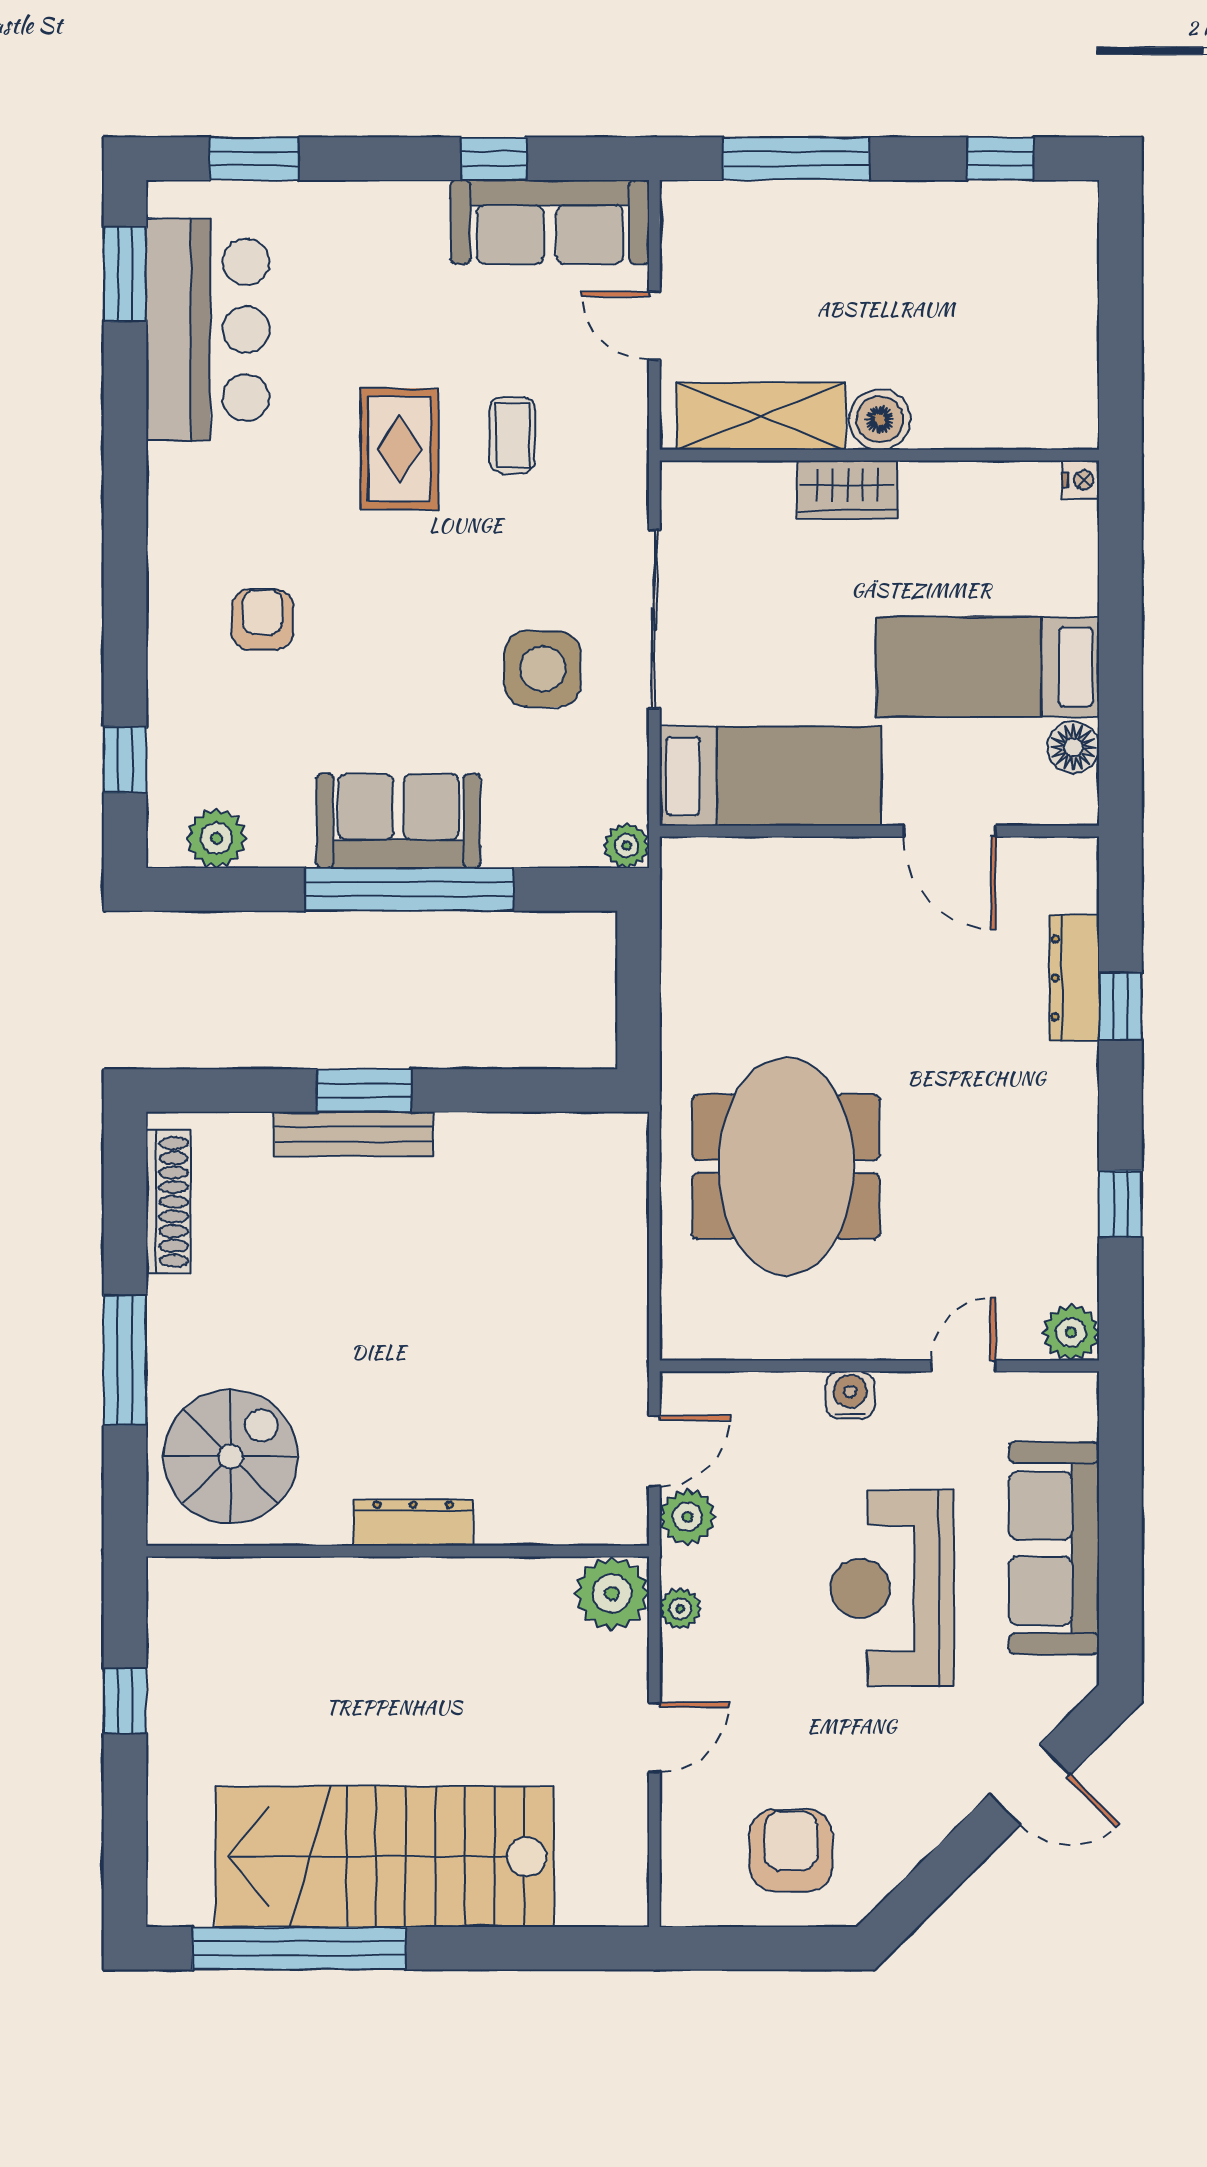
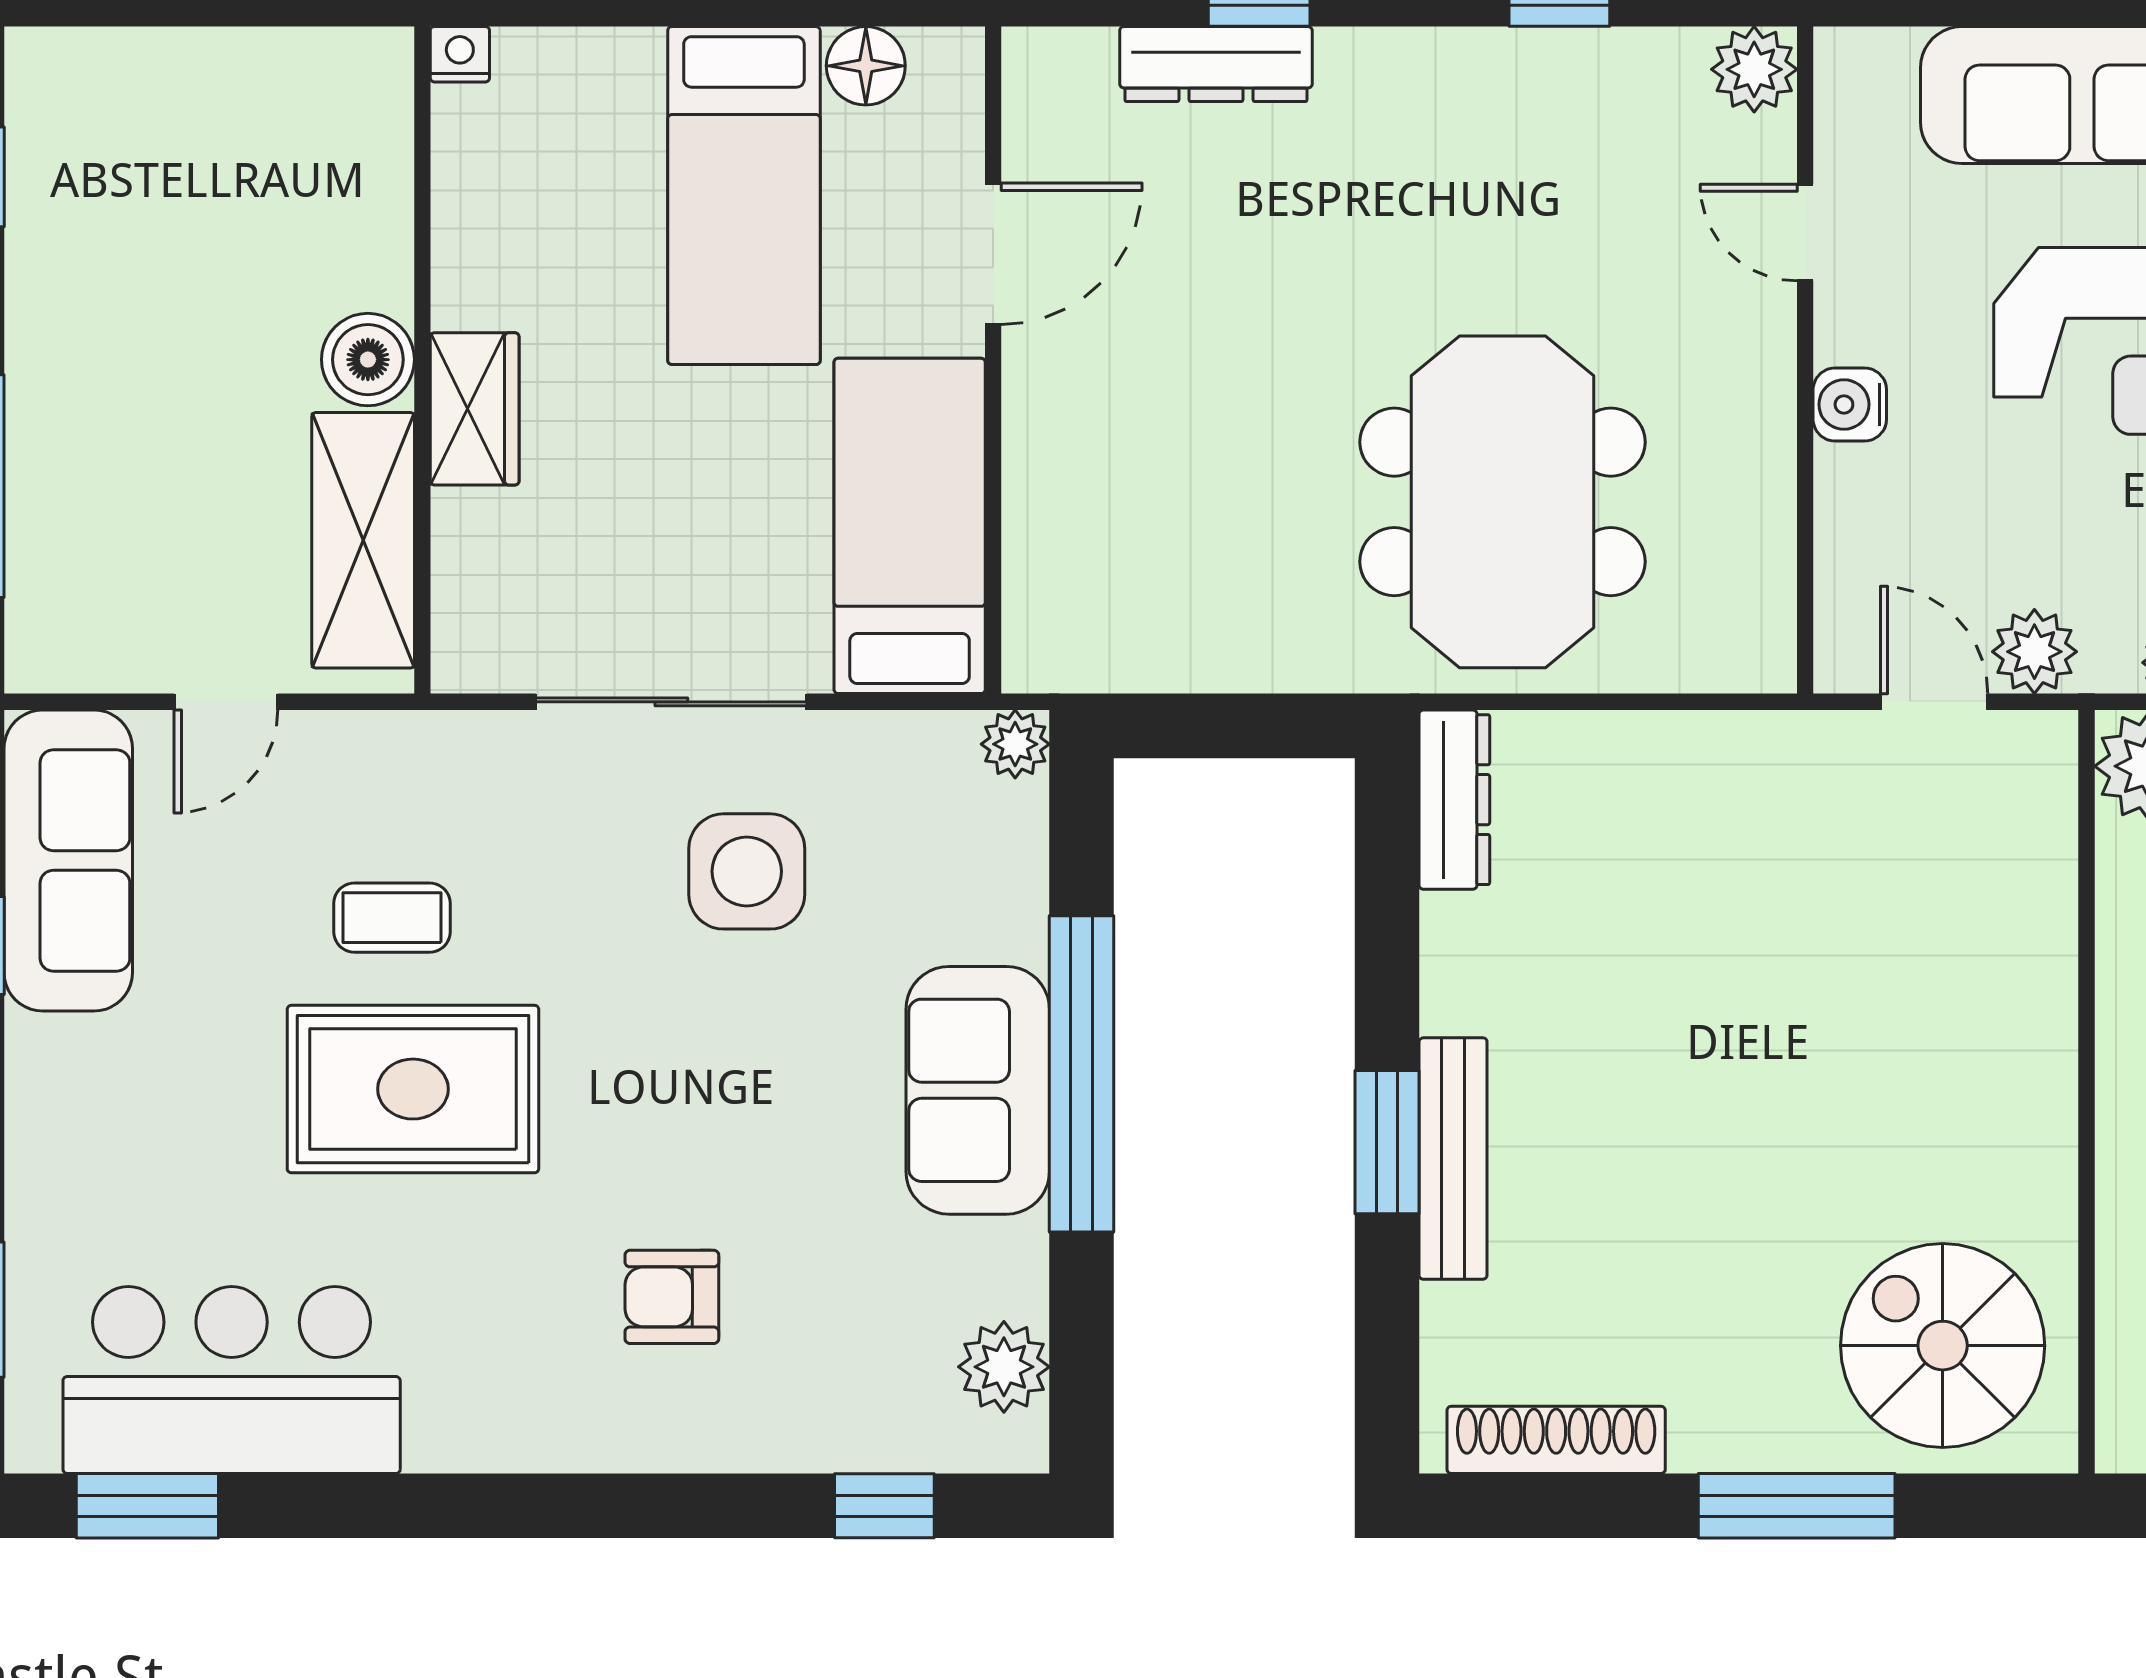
rug: (399, 449) -> (413, 1089), width x1.36, depth x1.43
meeting table: (786, 1167) -> (1502, 502), turned 90
dresser: (413, 1523) -> (1454, 800), moved, turned 180

